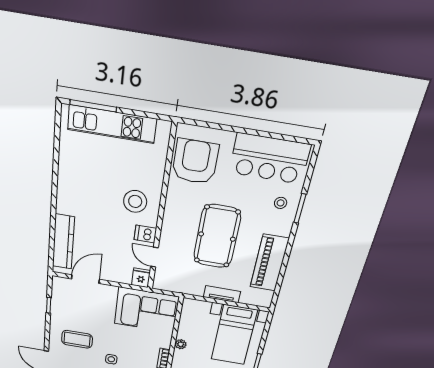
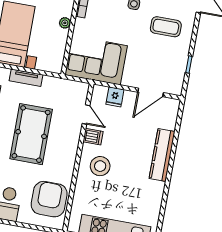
armchair: (195, 162) -> (49, 199), turned 180
kitchen counter: (63, 242) -> (162, 155), moved
fridge: (141, 278) -> (115, 97), moved

